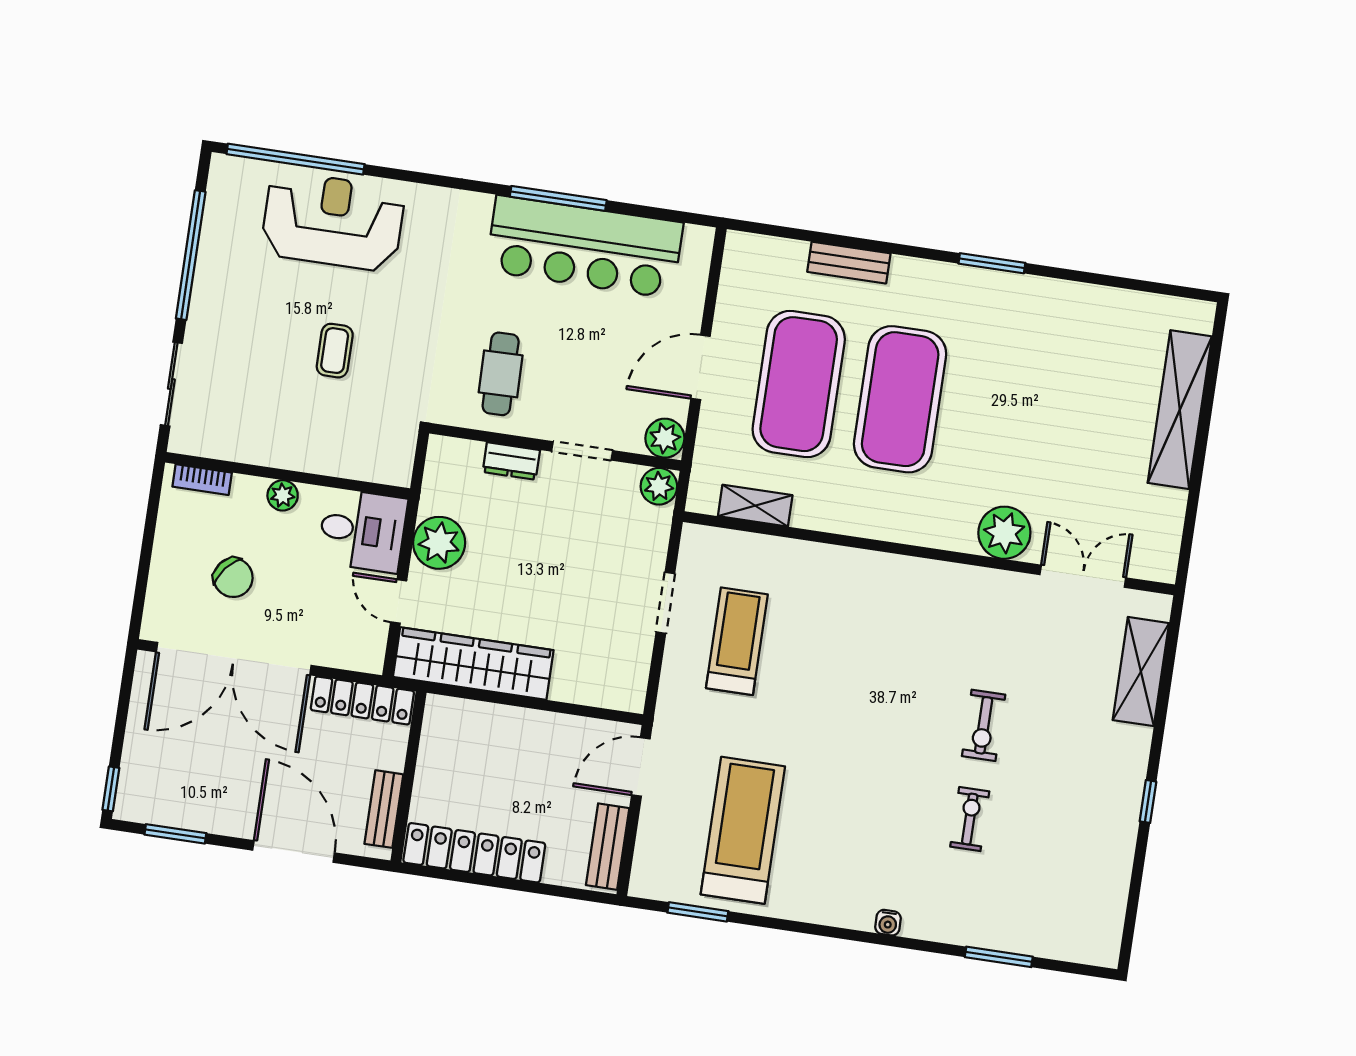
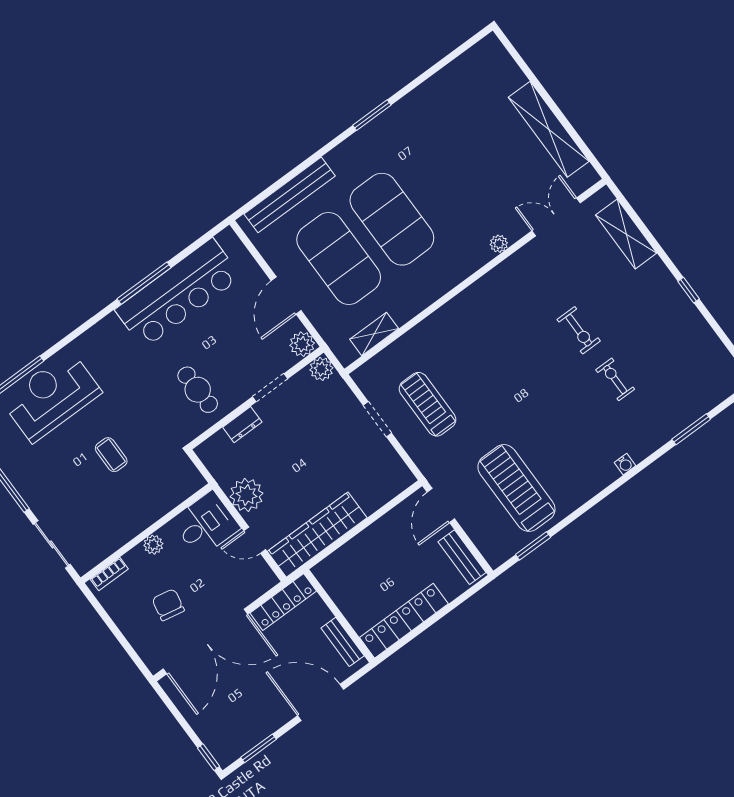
bench: (849, 263) -> (290, 195), width x1.86, depth x1.21
shelving: (1180, 410) -> (549, 129), moved
plant: (1004, 533) -> (499, 244), width x0.53, depth x0.53
chair: (233, 578) -> (168, 605), turned -118

